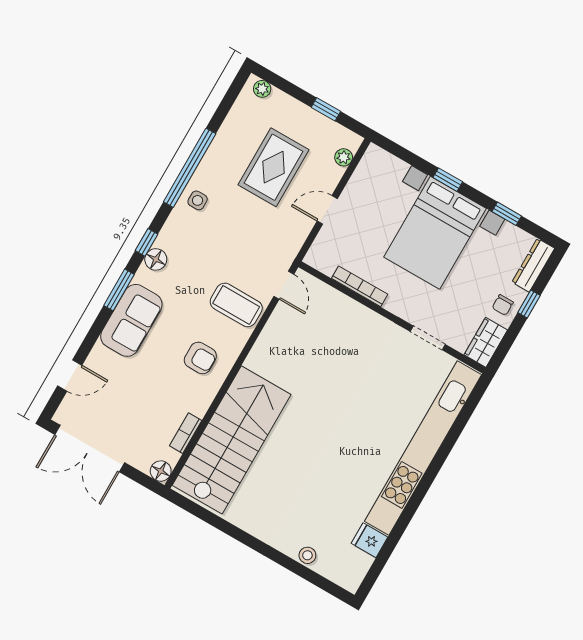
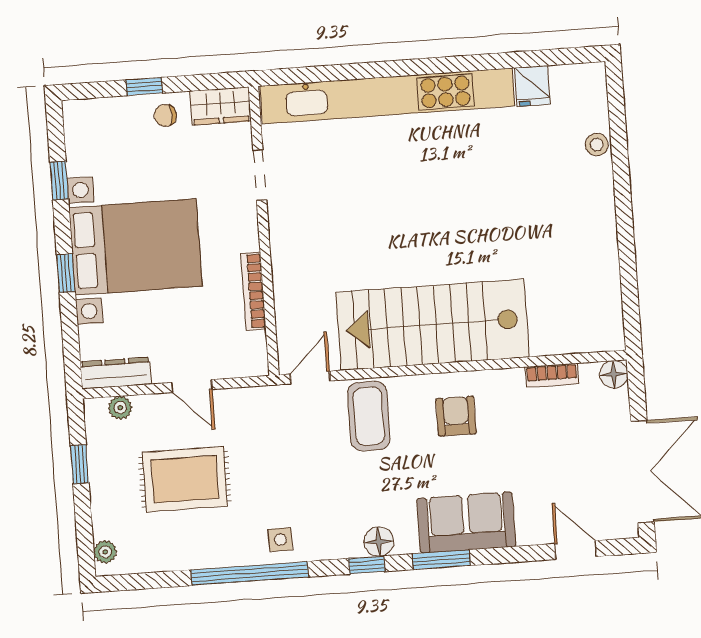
dresser: (533, 265) -> (116, 373), moved, turned 180
chair: (503, 305) -> (165, 115), turned 180
stairs: (232, 440) -> (432, 325), moved

